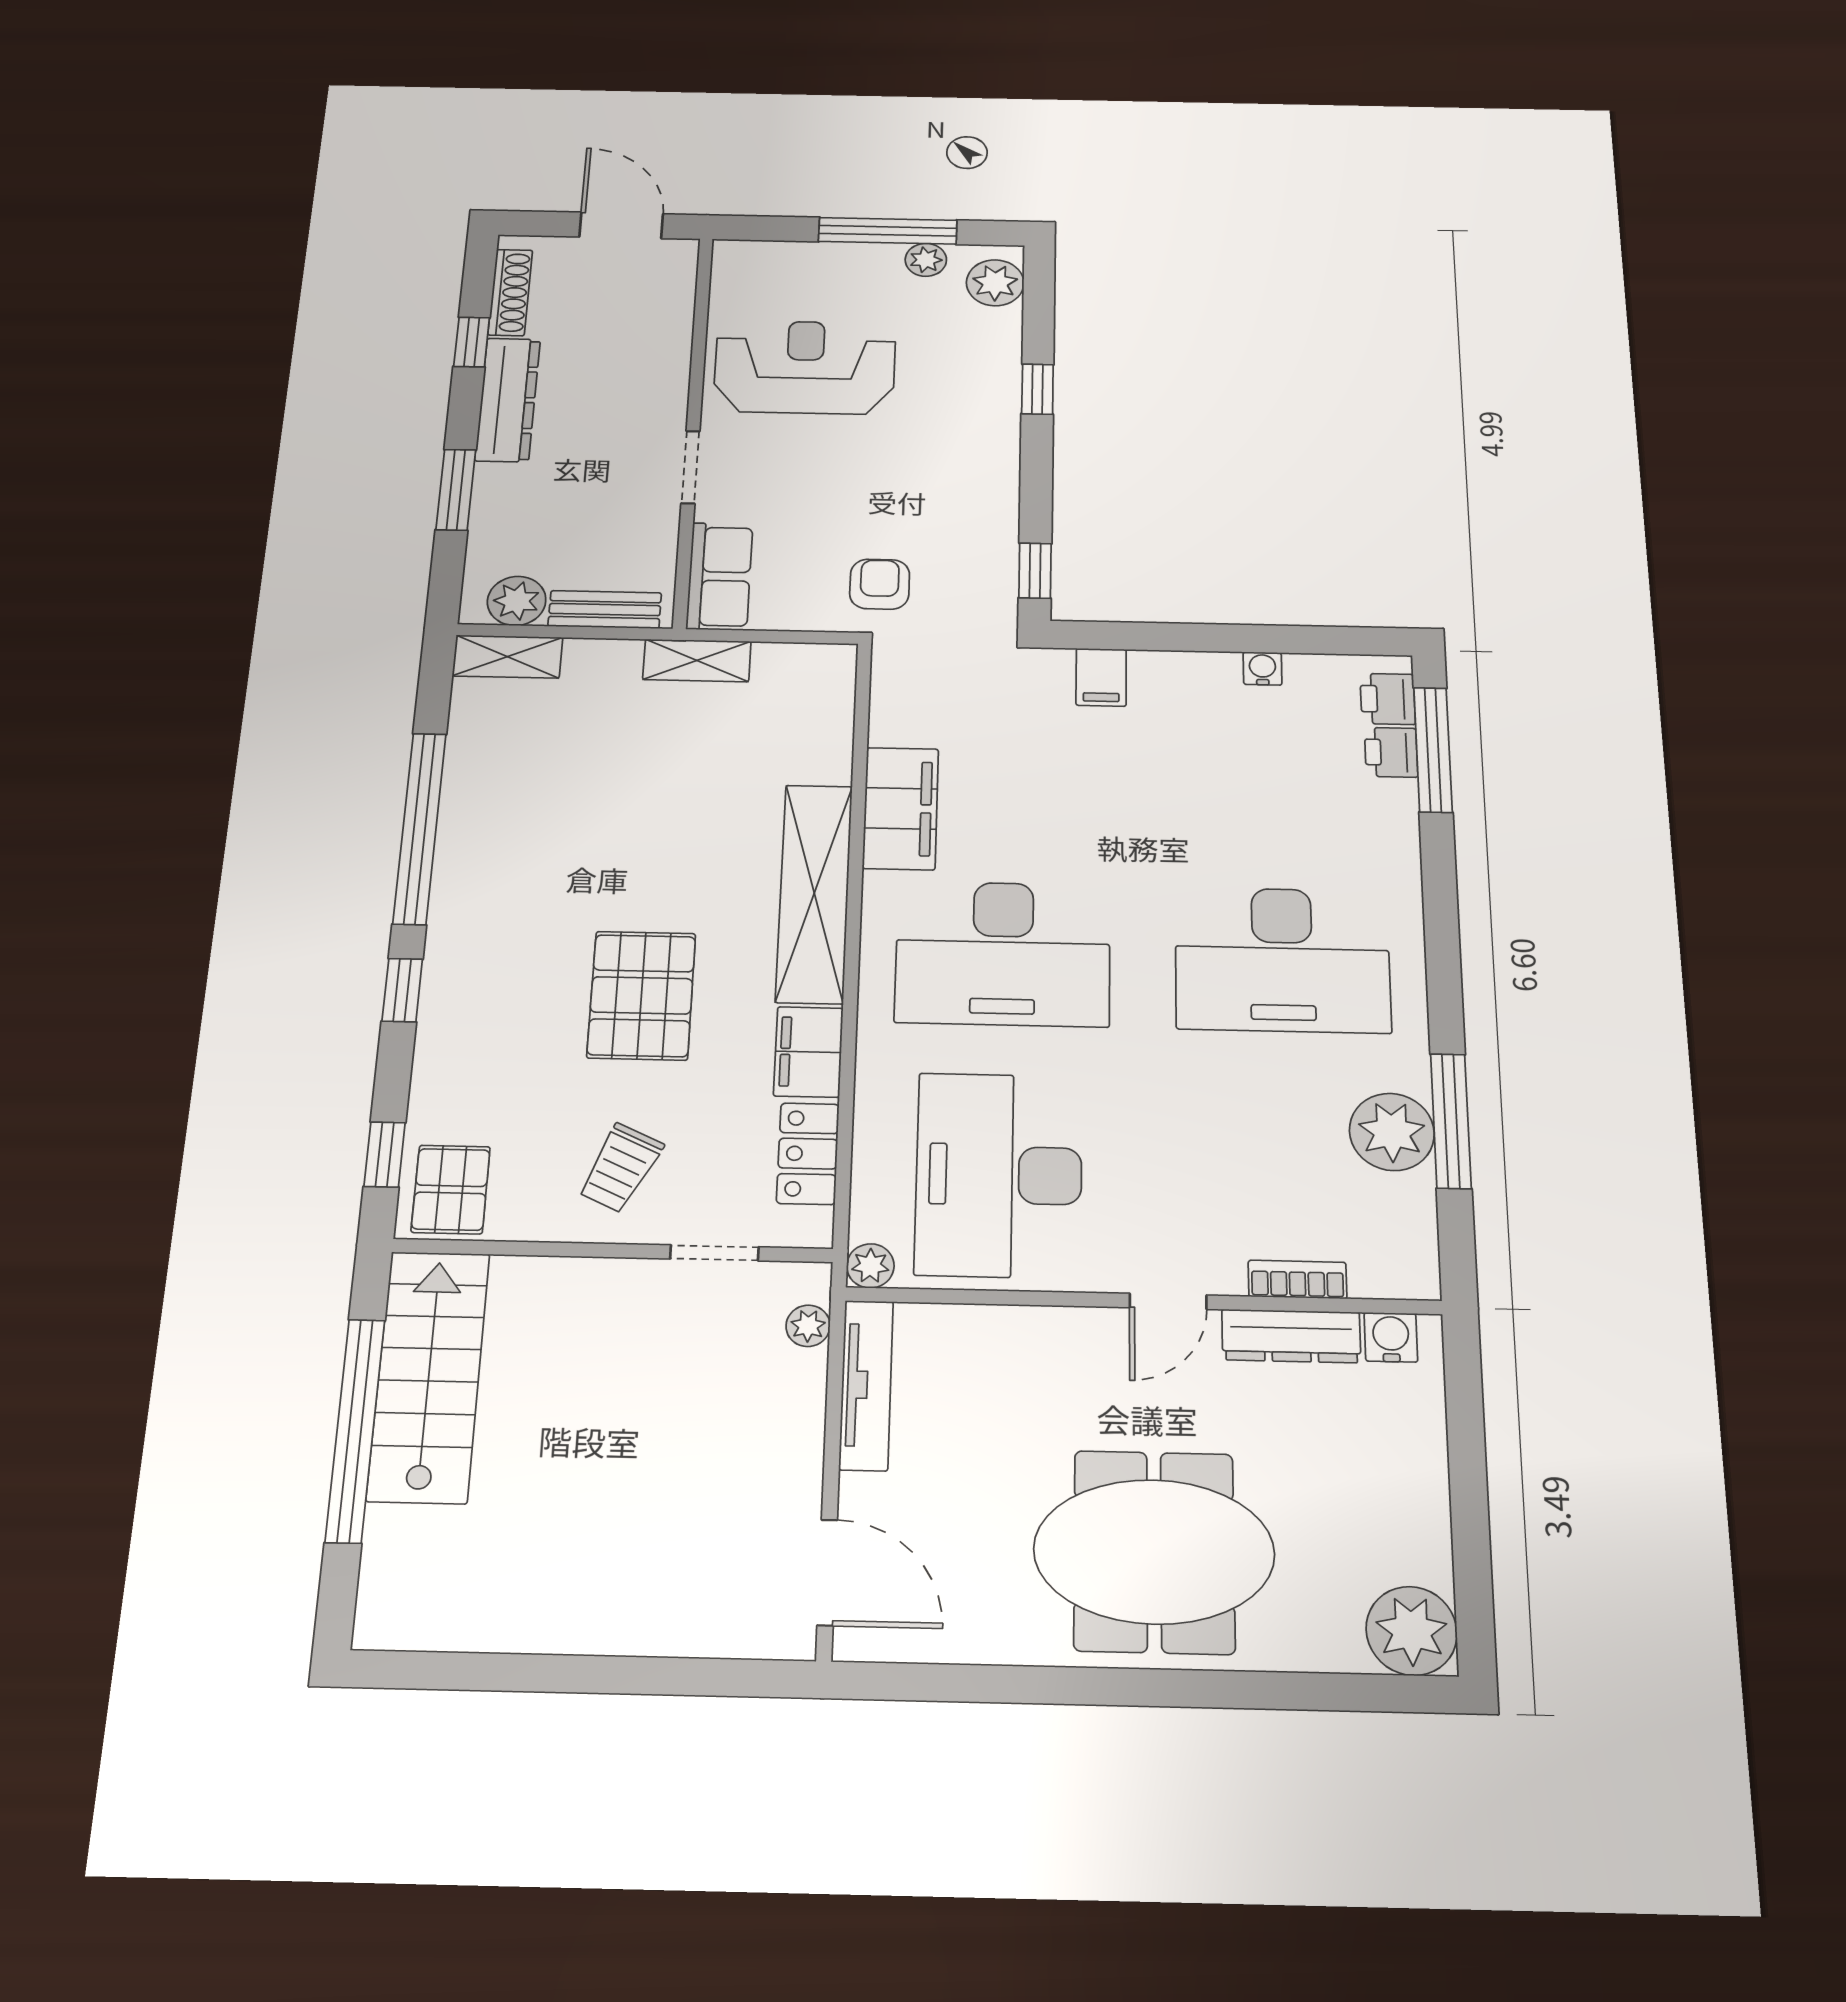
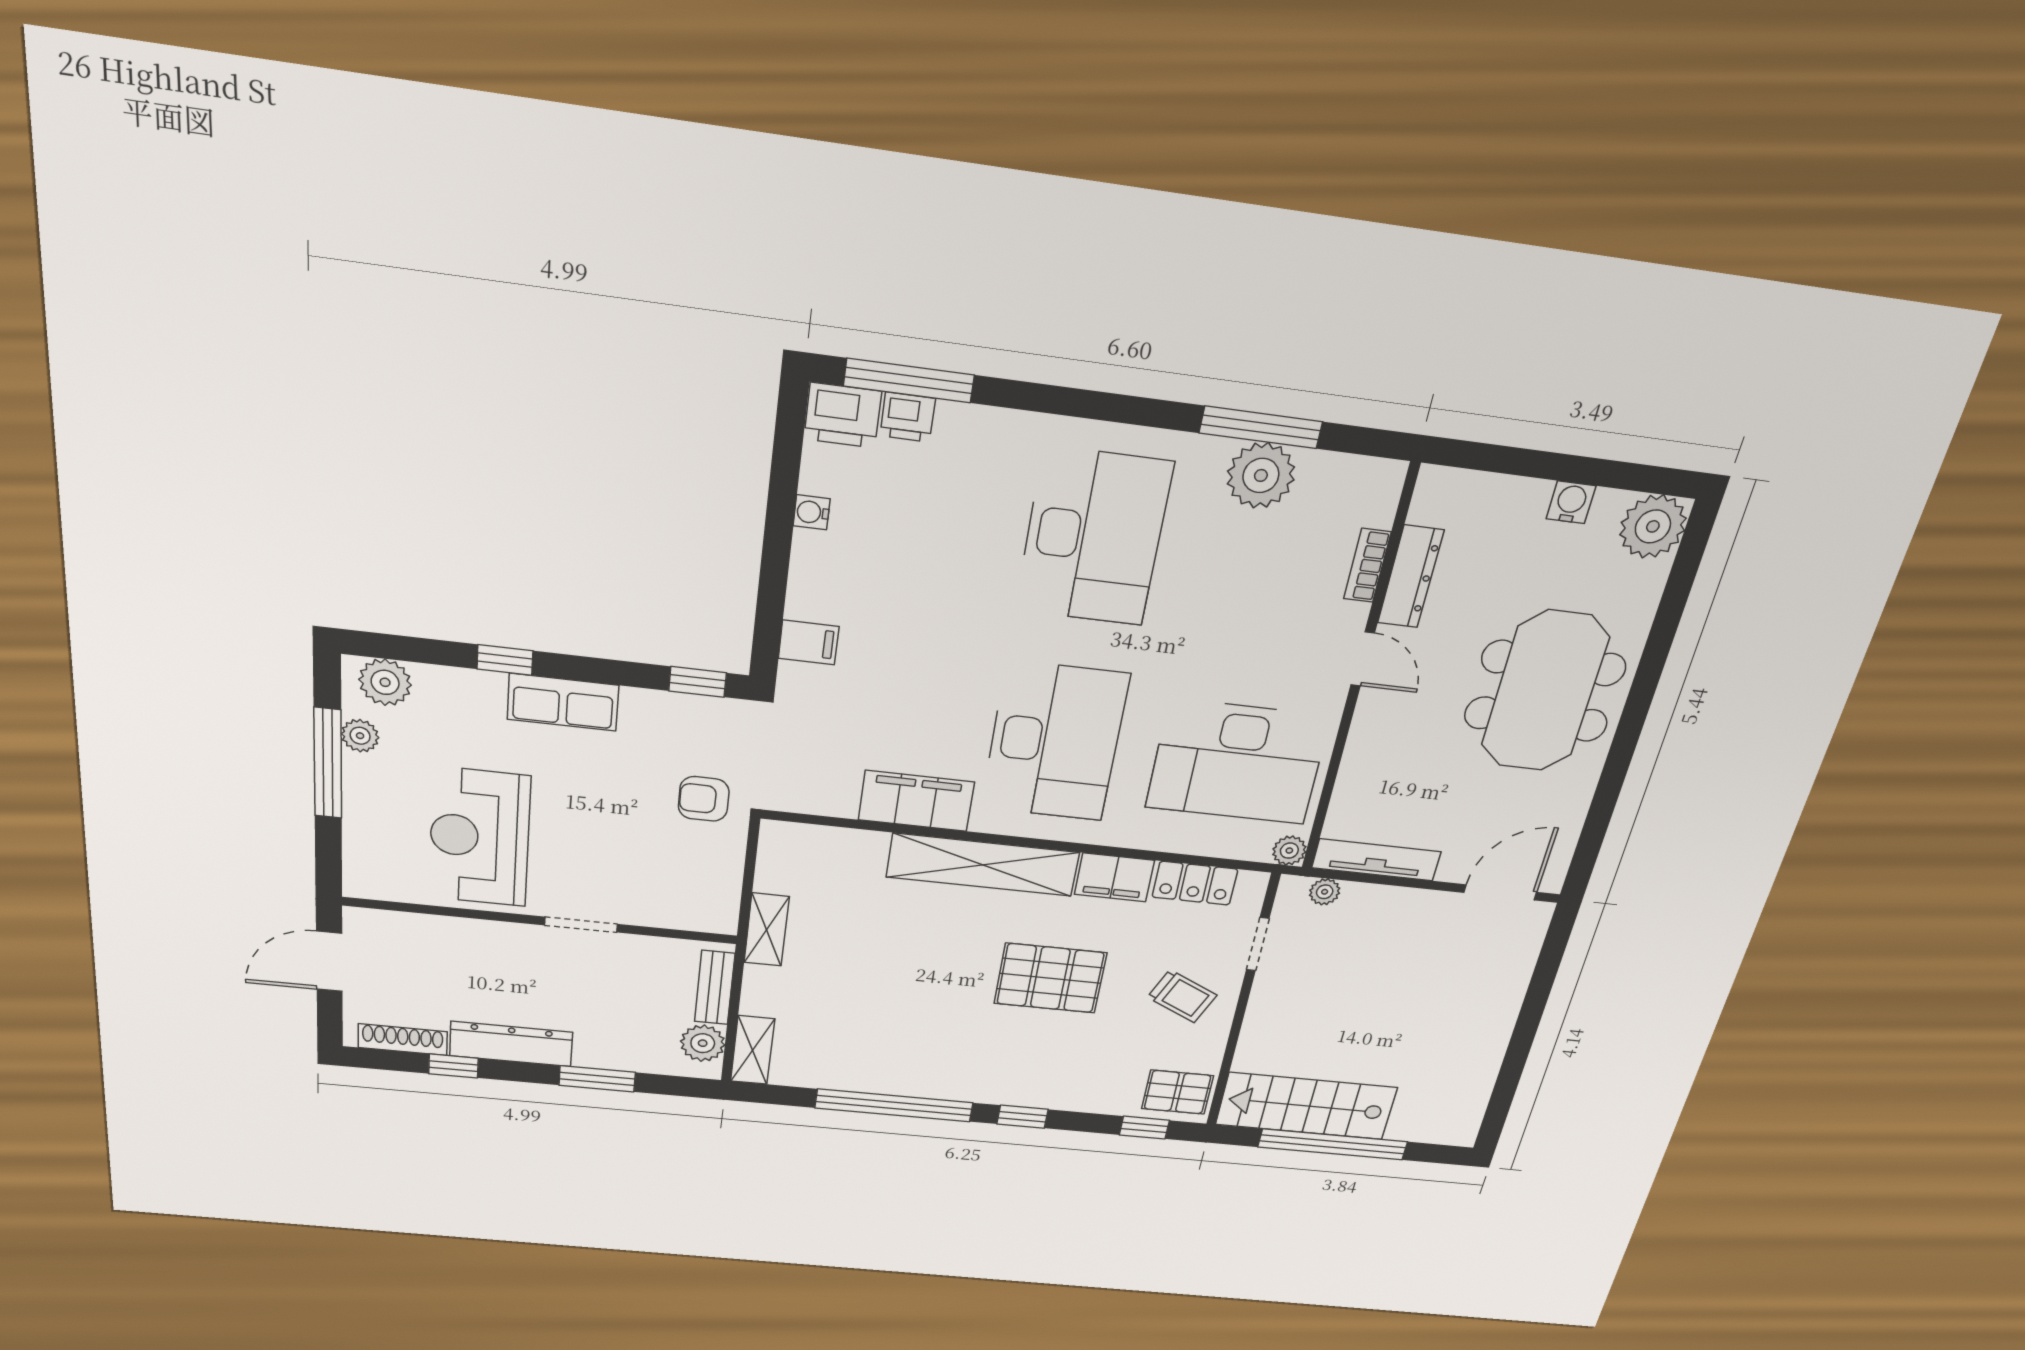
row of seats: (720, 576) -> (563, 702), moved, turned 180
printer: (1388, 699) -> (843, 415), width x1.36, depth x1.24
water cooler: (1391, 1337) -> (1571, 502), moved, turned 90

